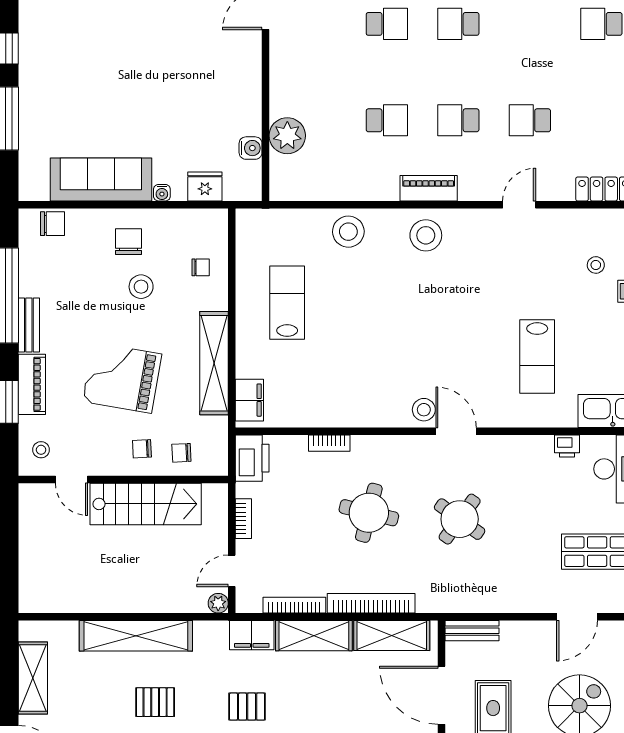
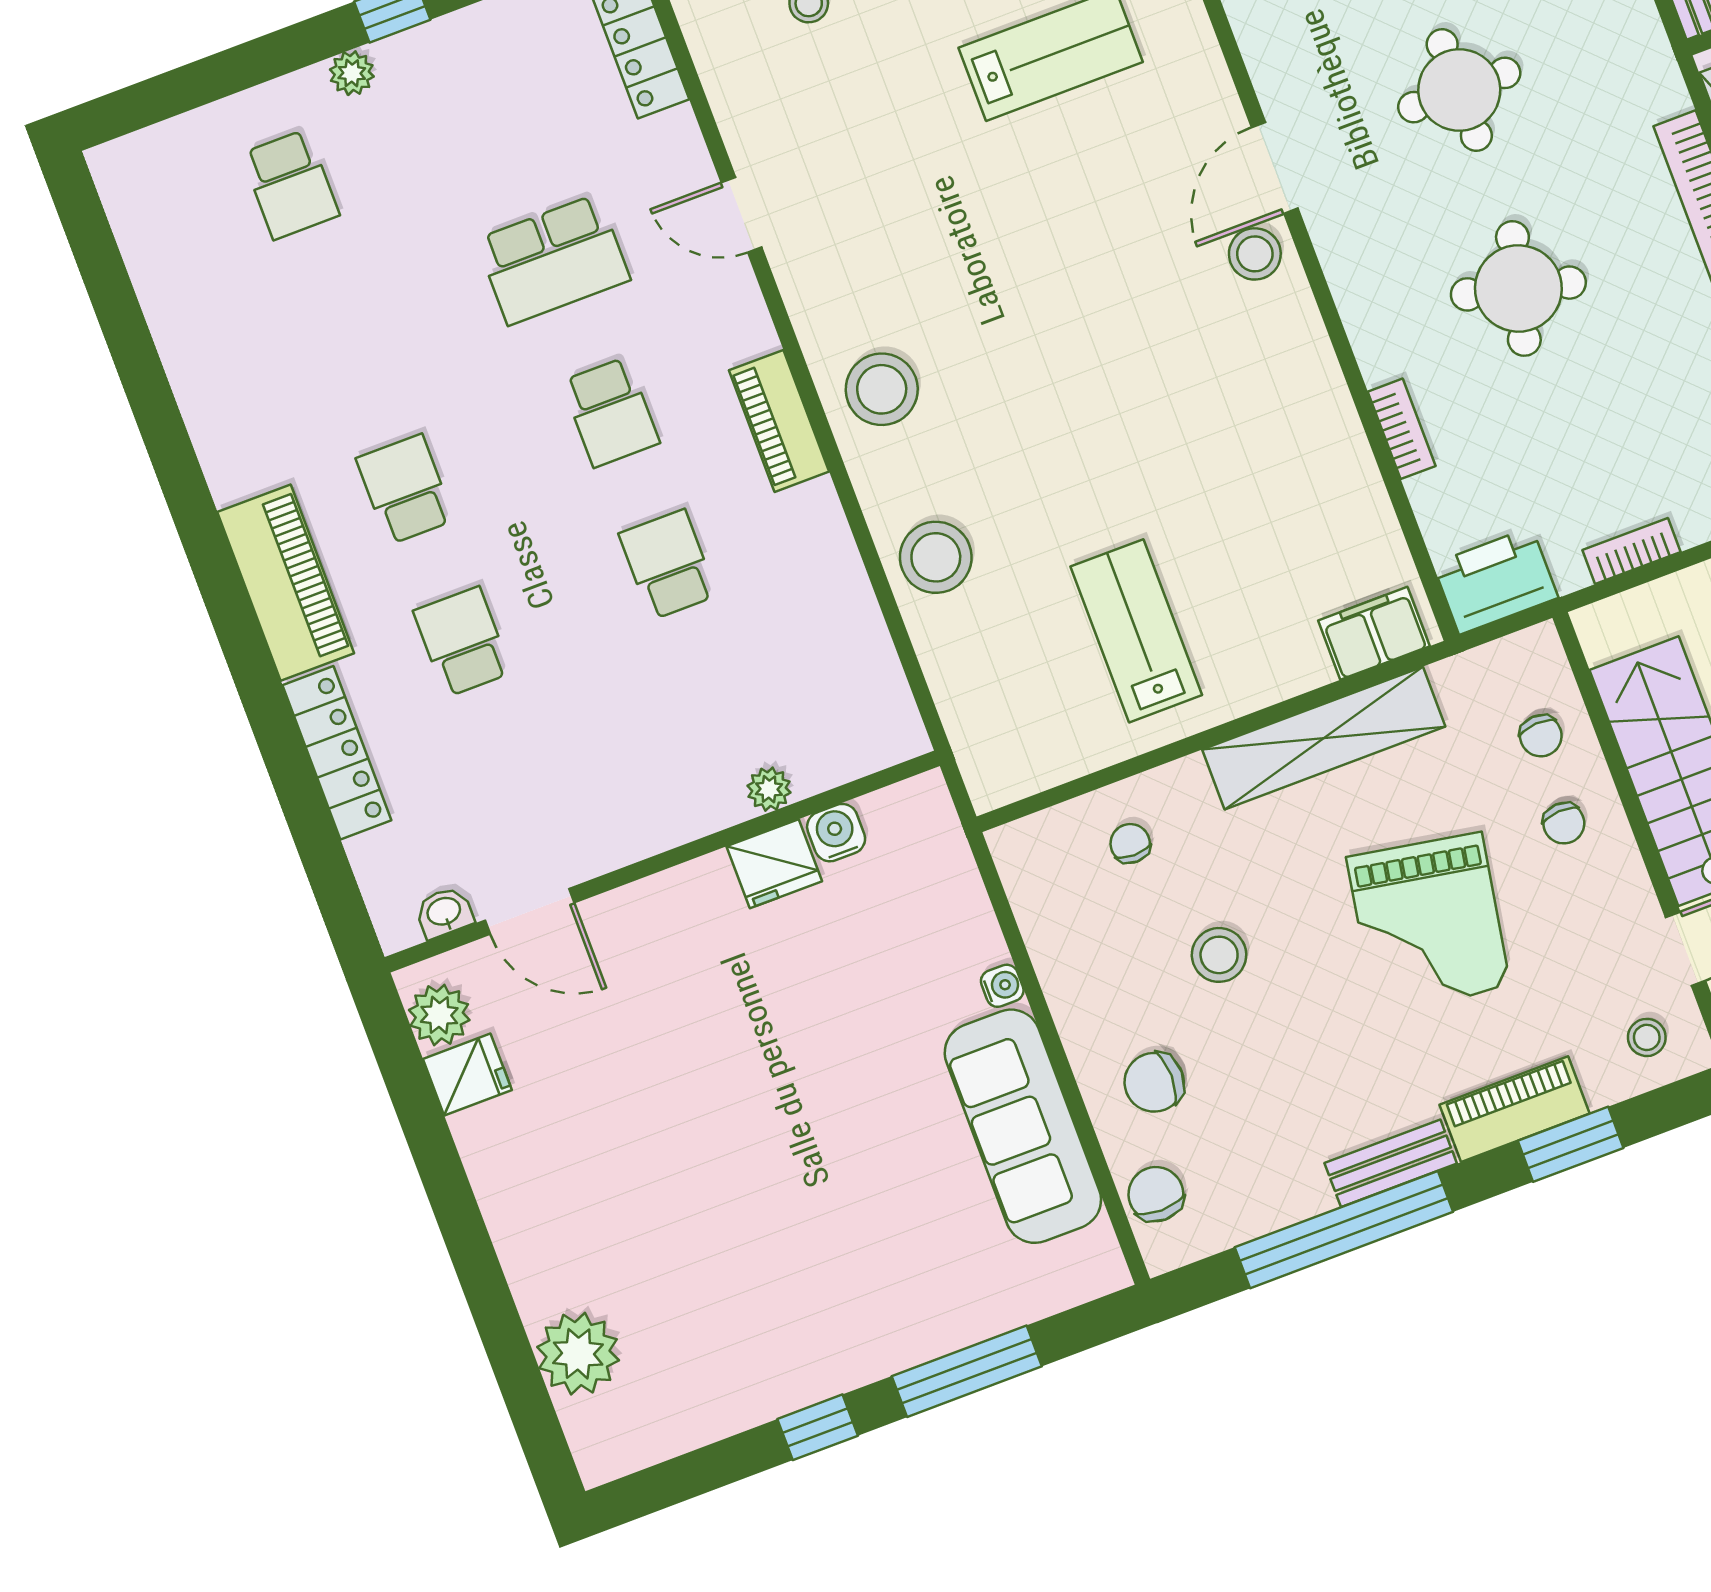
school desk: (458, 24) -> (405, 489), turned 180
school desk: (530, 120) -> (553, 260), width x1.85
plant: (287, 136) -> (769, 789), width x0.53, depth x0.53
fridge: (205, 186) -> (774, 864), moved, turned -90
chair: (129, 242) -> (1154, 1082), moved
lab bench: (287, 303) -> (1136, 631), turned 90
round table: (460, 519) -> (1459, 90), turned -36

